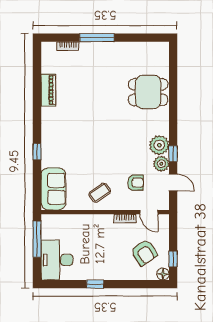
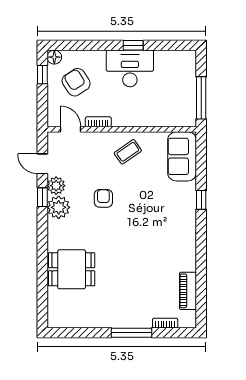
piano: (48, 90) -> (188, 291), moved
armchair: (136, 183) -> (103, 198), moved, turned 90
desk: (57, 260) -> (130, 68), moved, turned -90

